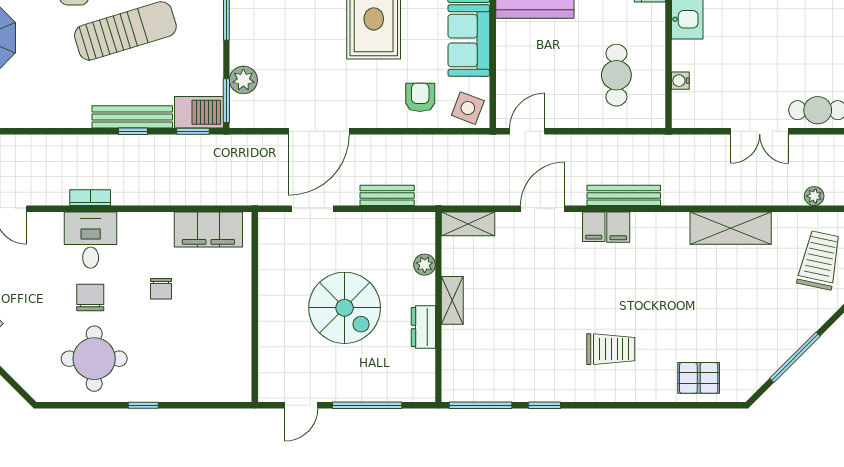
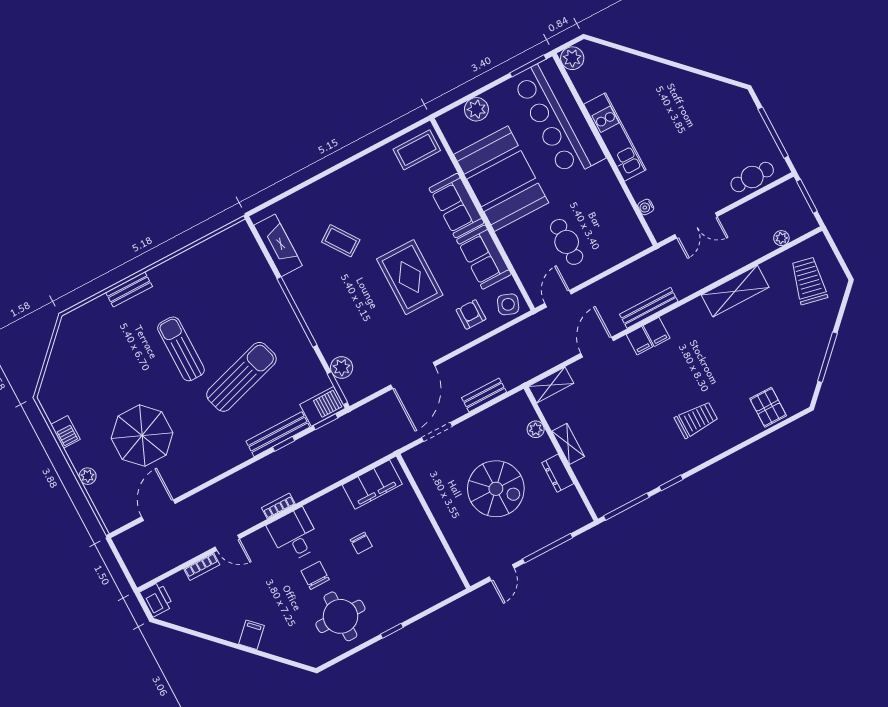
cafe table: (616, 75) -> (567, 242), moved
double door: (760, 131) -> (696, 226), moved
pallet: (699, 378) -> (768, 407), turned 90

